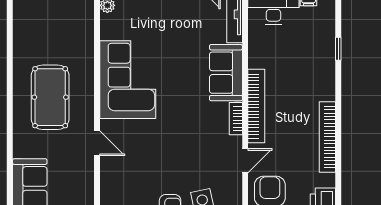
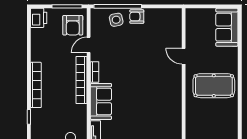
corner sofa: (128, 80) -> (164, 97), removed
pool table: (50, 97) -> (214, 86), turned 90
bookcase: (327, 137) -> (36, 85), moved

